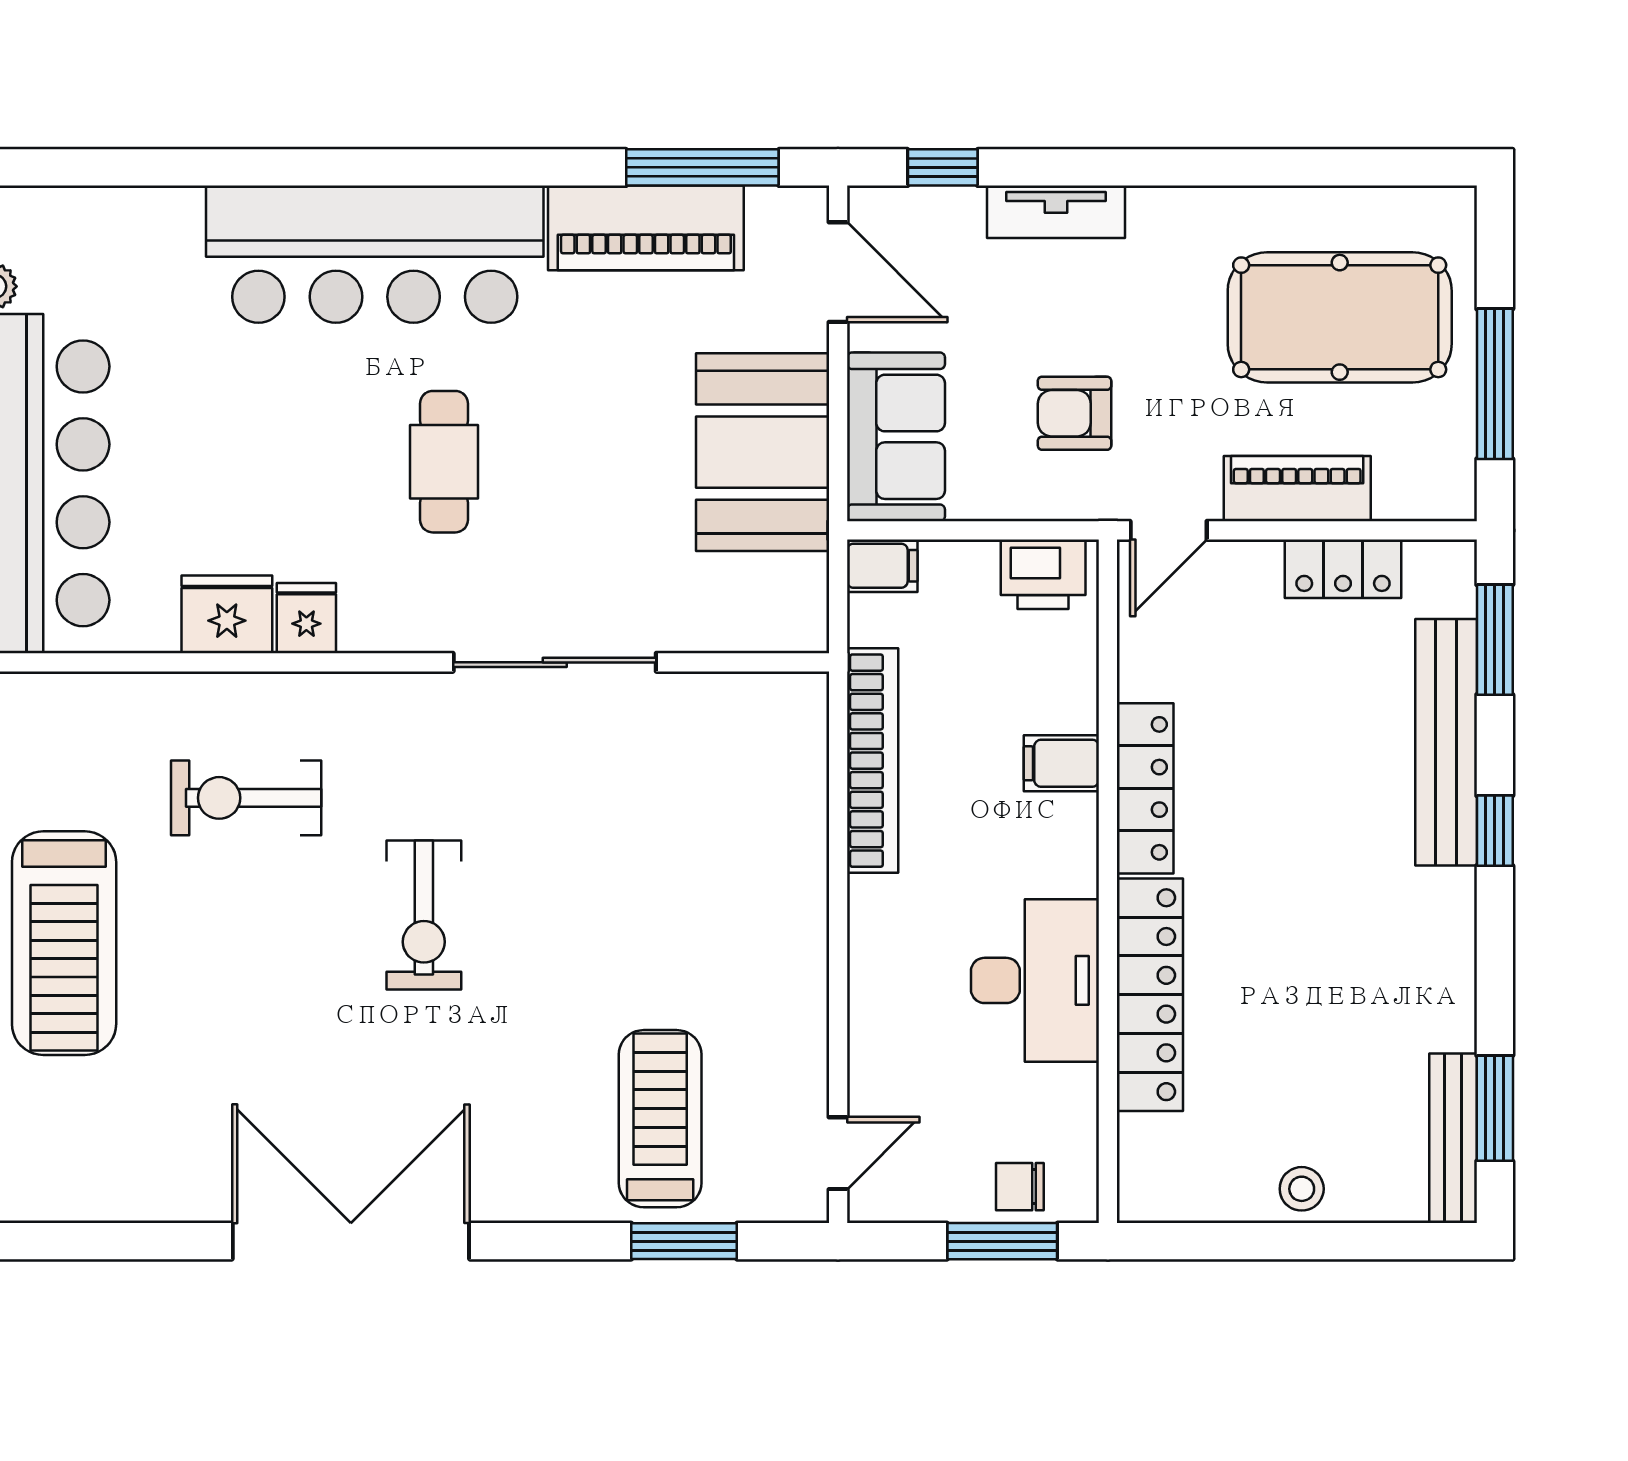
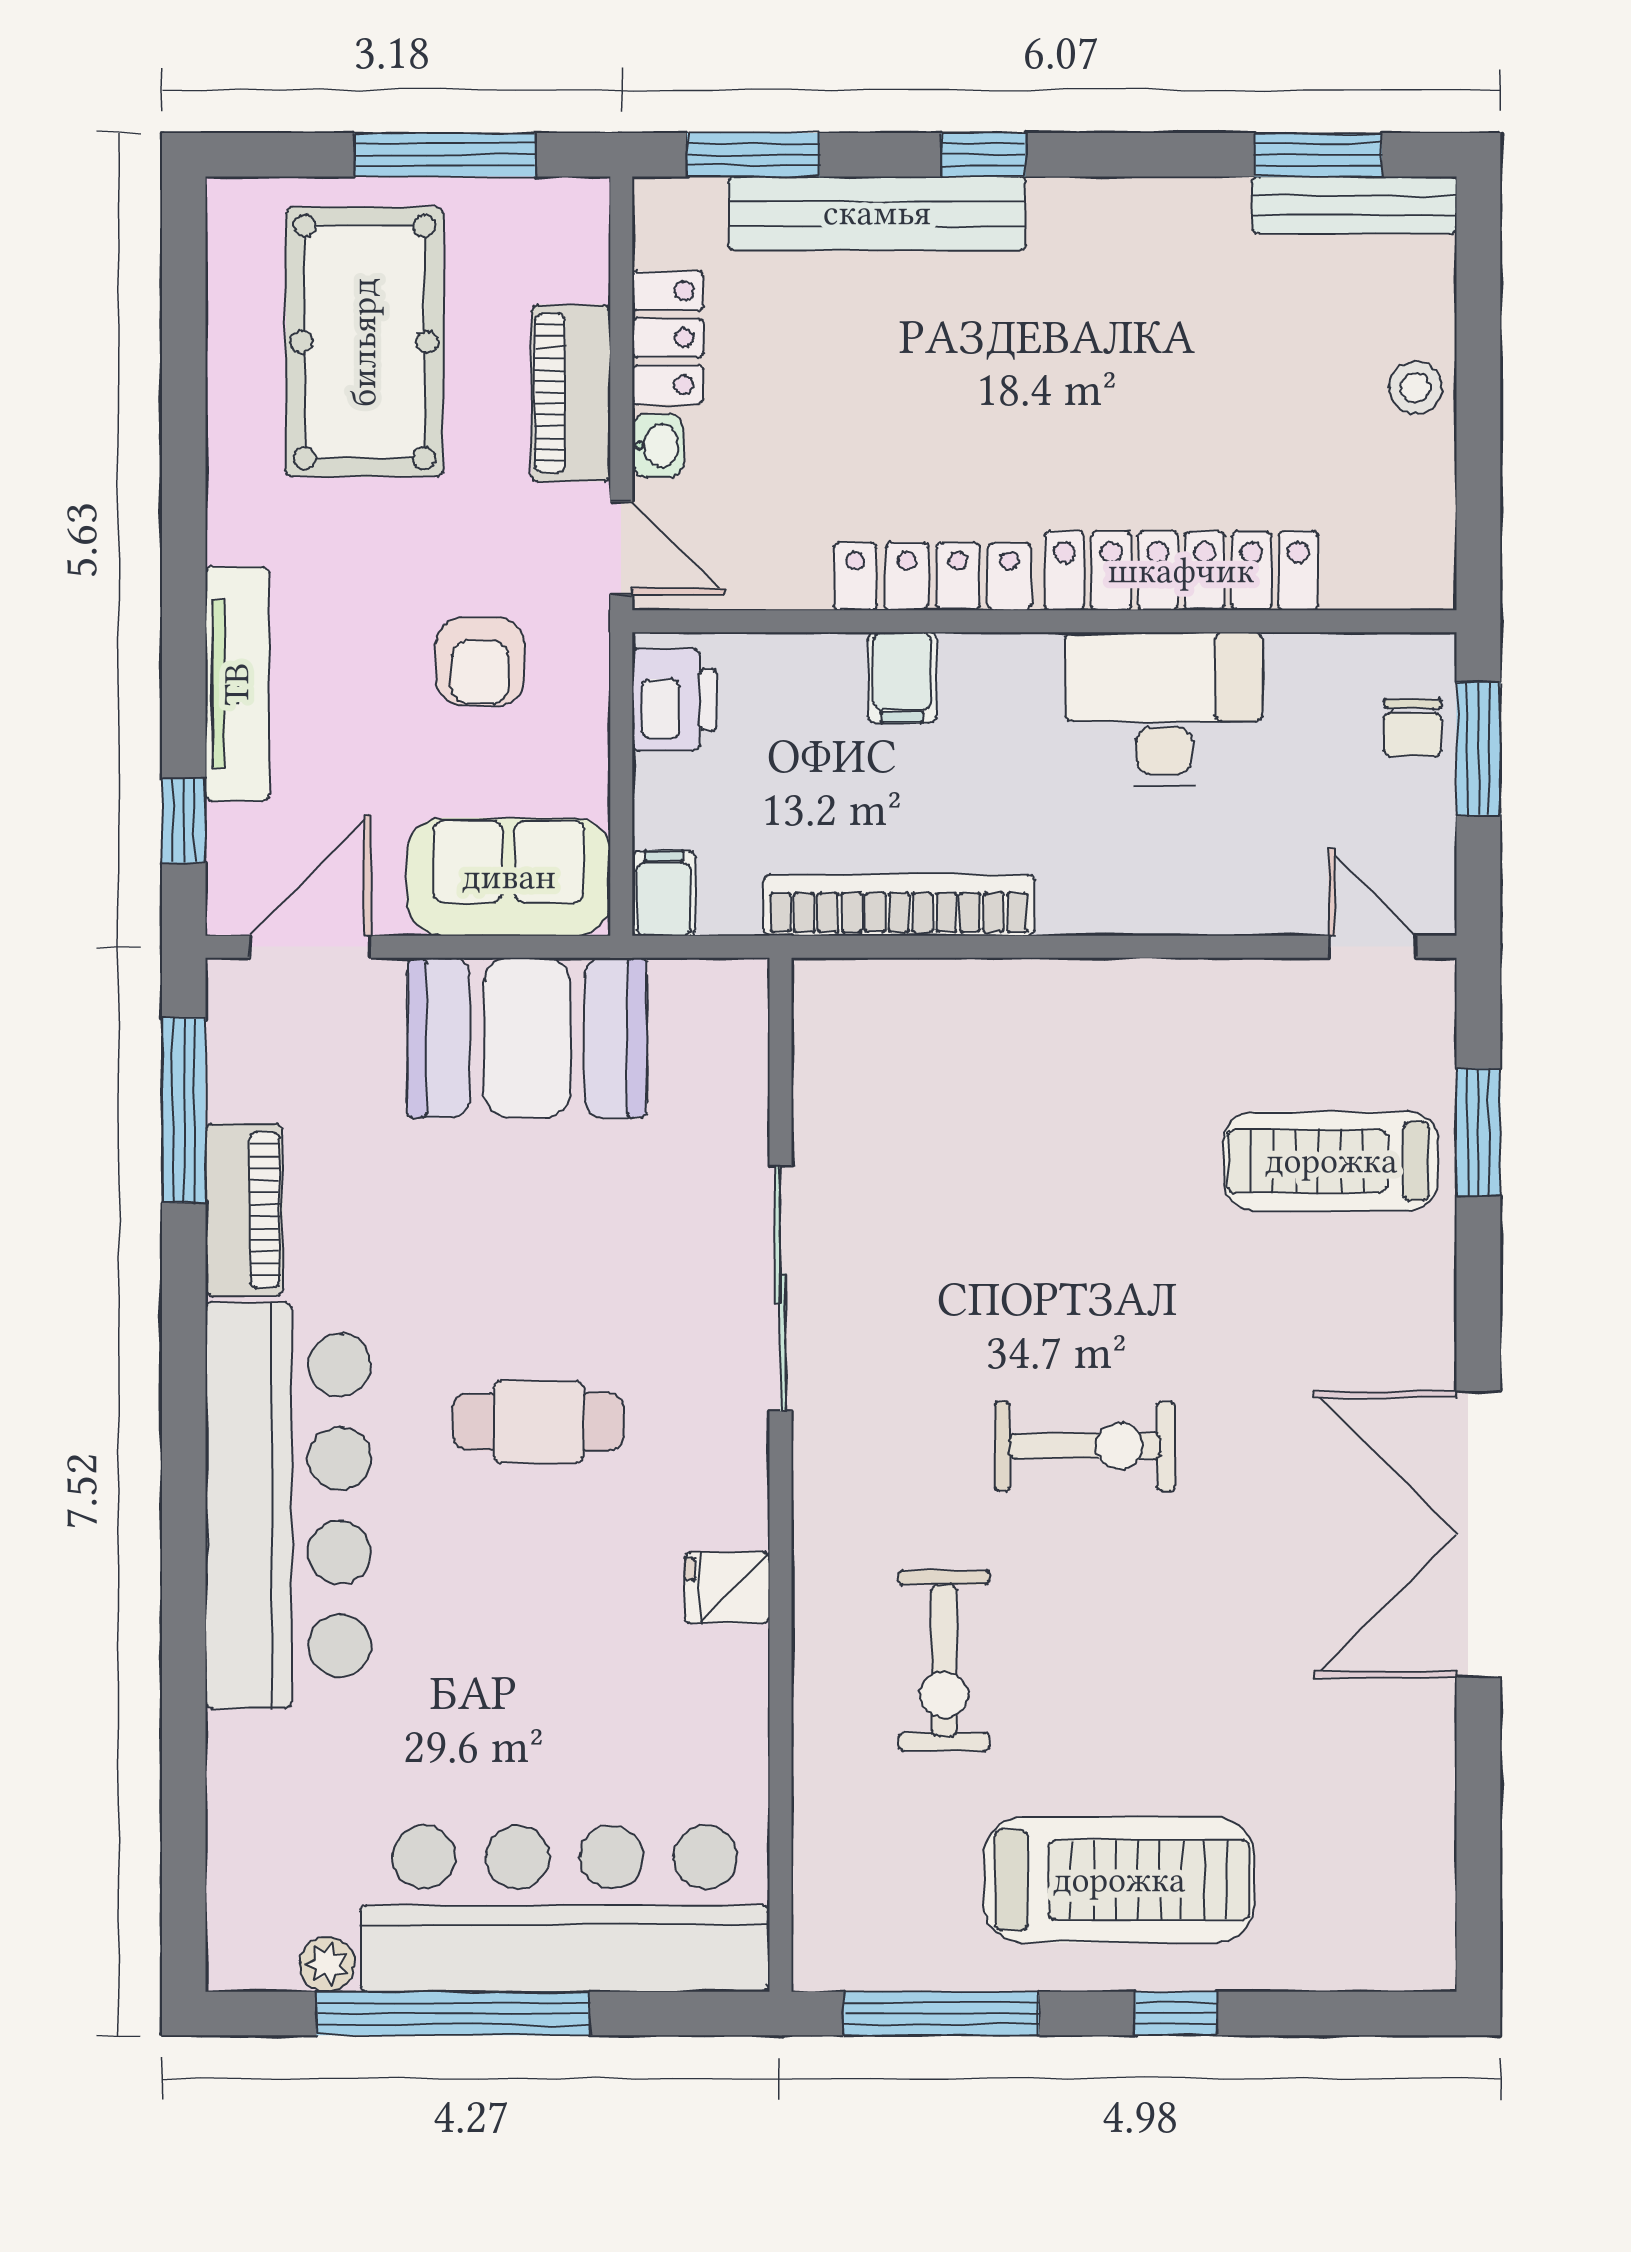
tv unit: (1056, 212) -> (237, 684), width x1.41
piano: (646, 228) -> (244, 1210), width x0.73, depth x0.75
washbasin: (1254, 561) -> (658, 446), added
fridge: (227, 614) -> (723, 1684), removed

